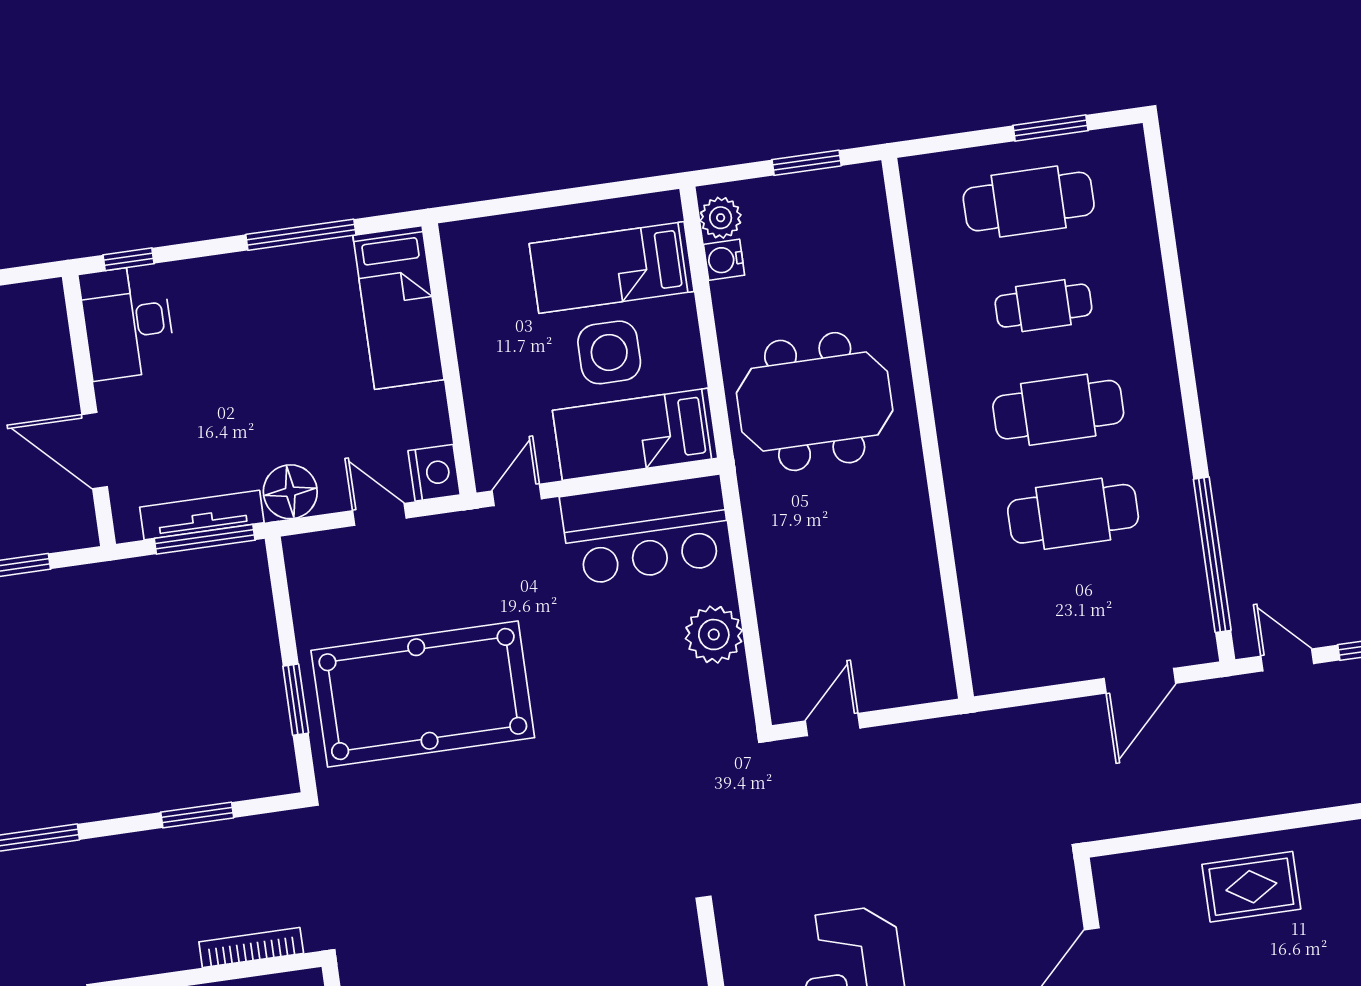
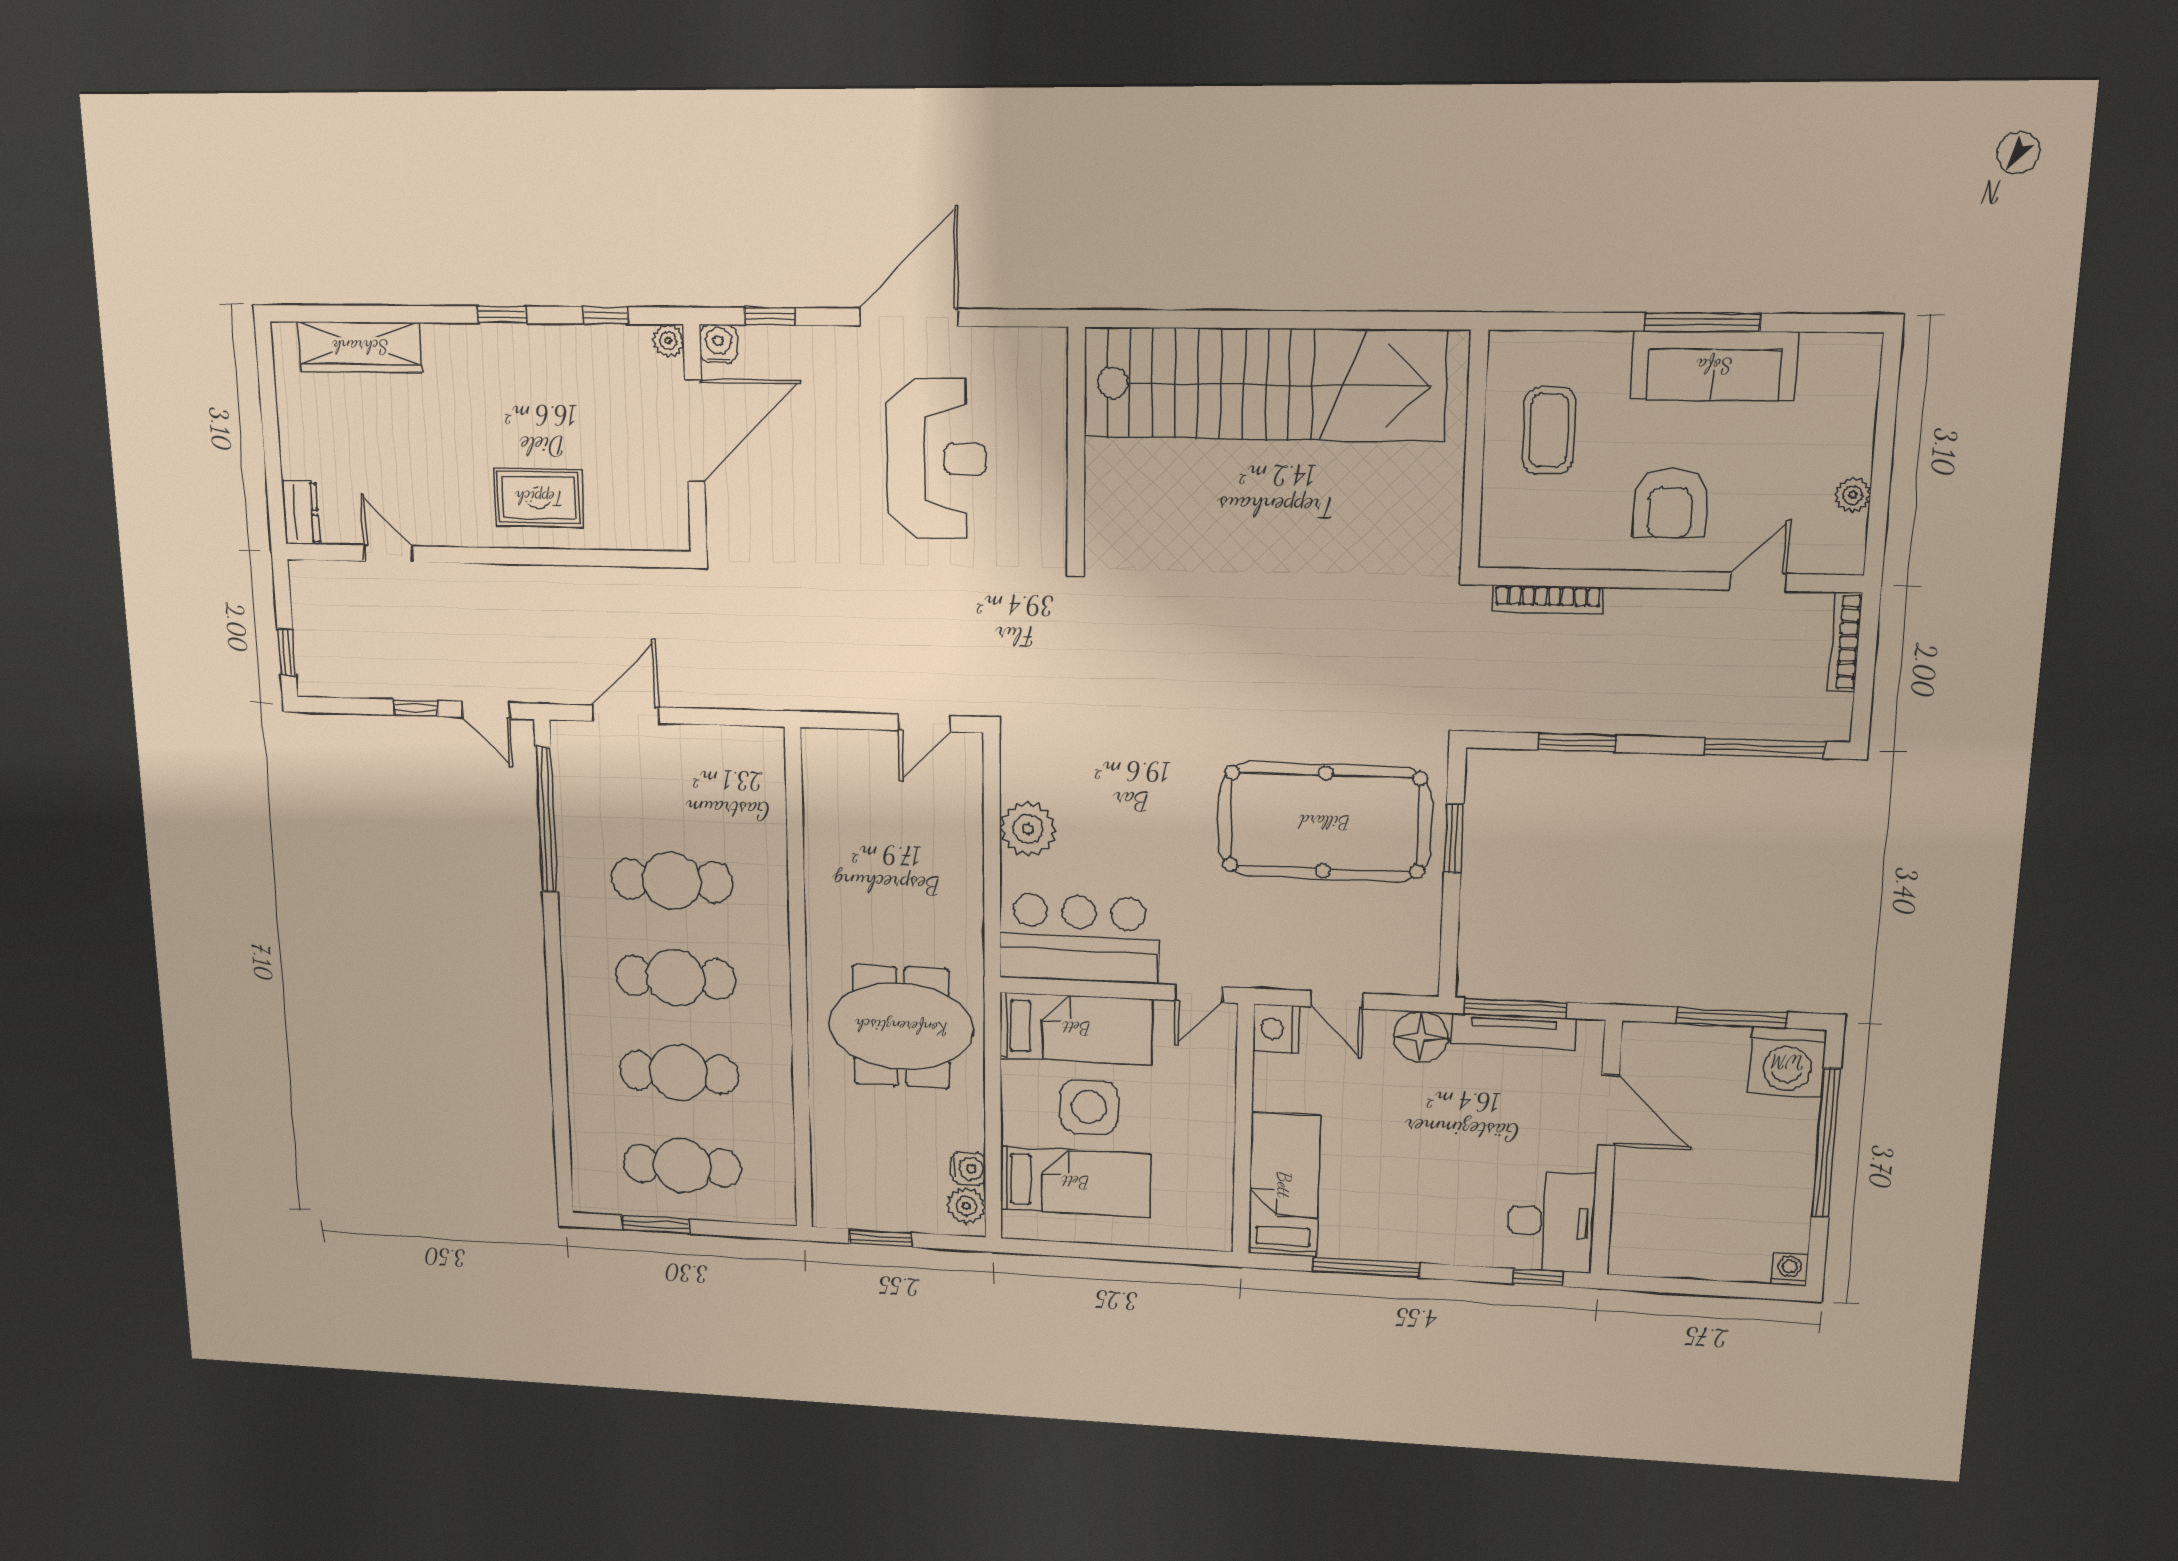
cafe table: (1043, 306) -> (679, 1072), width x1.37, depth x1.35

